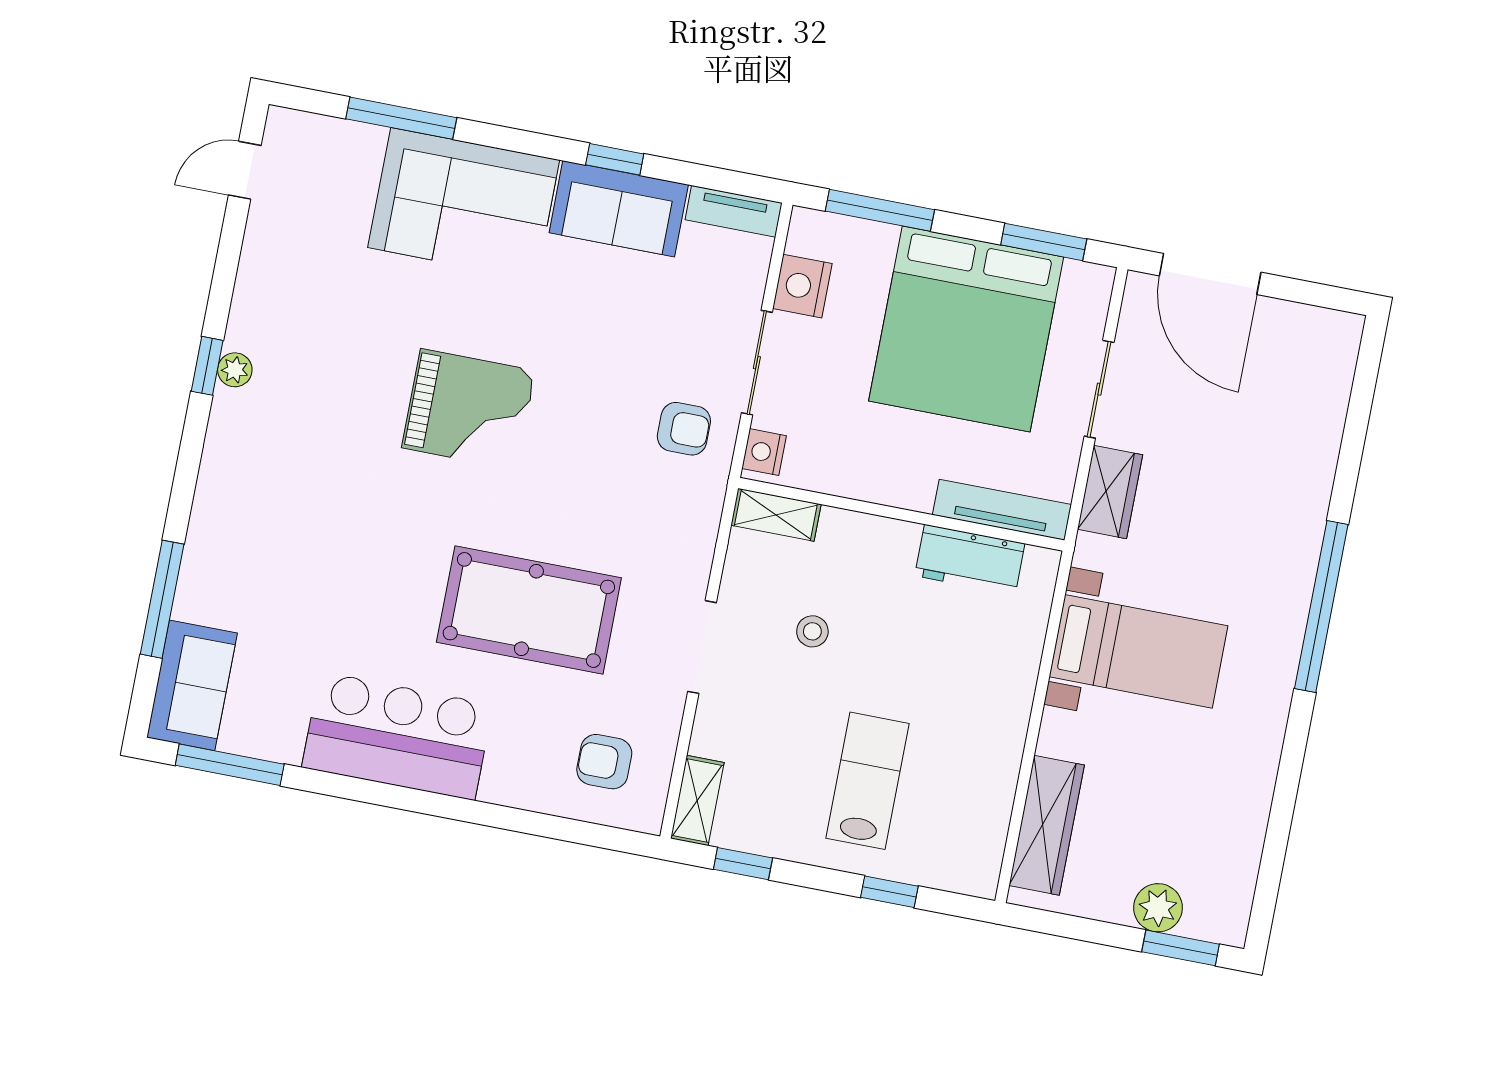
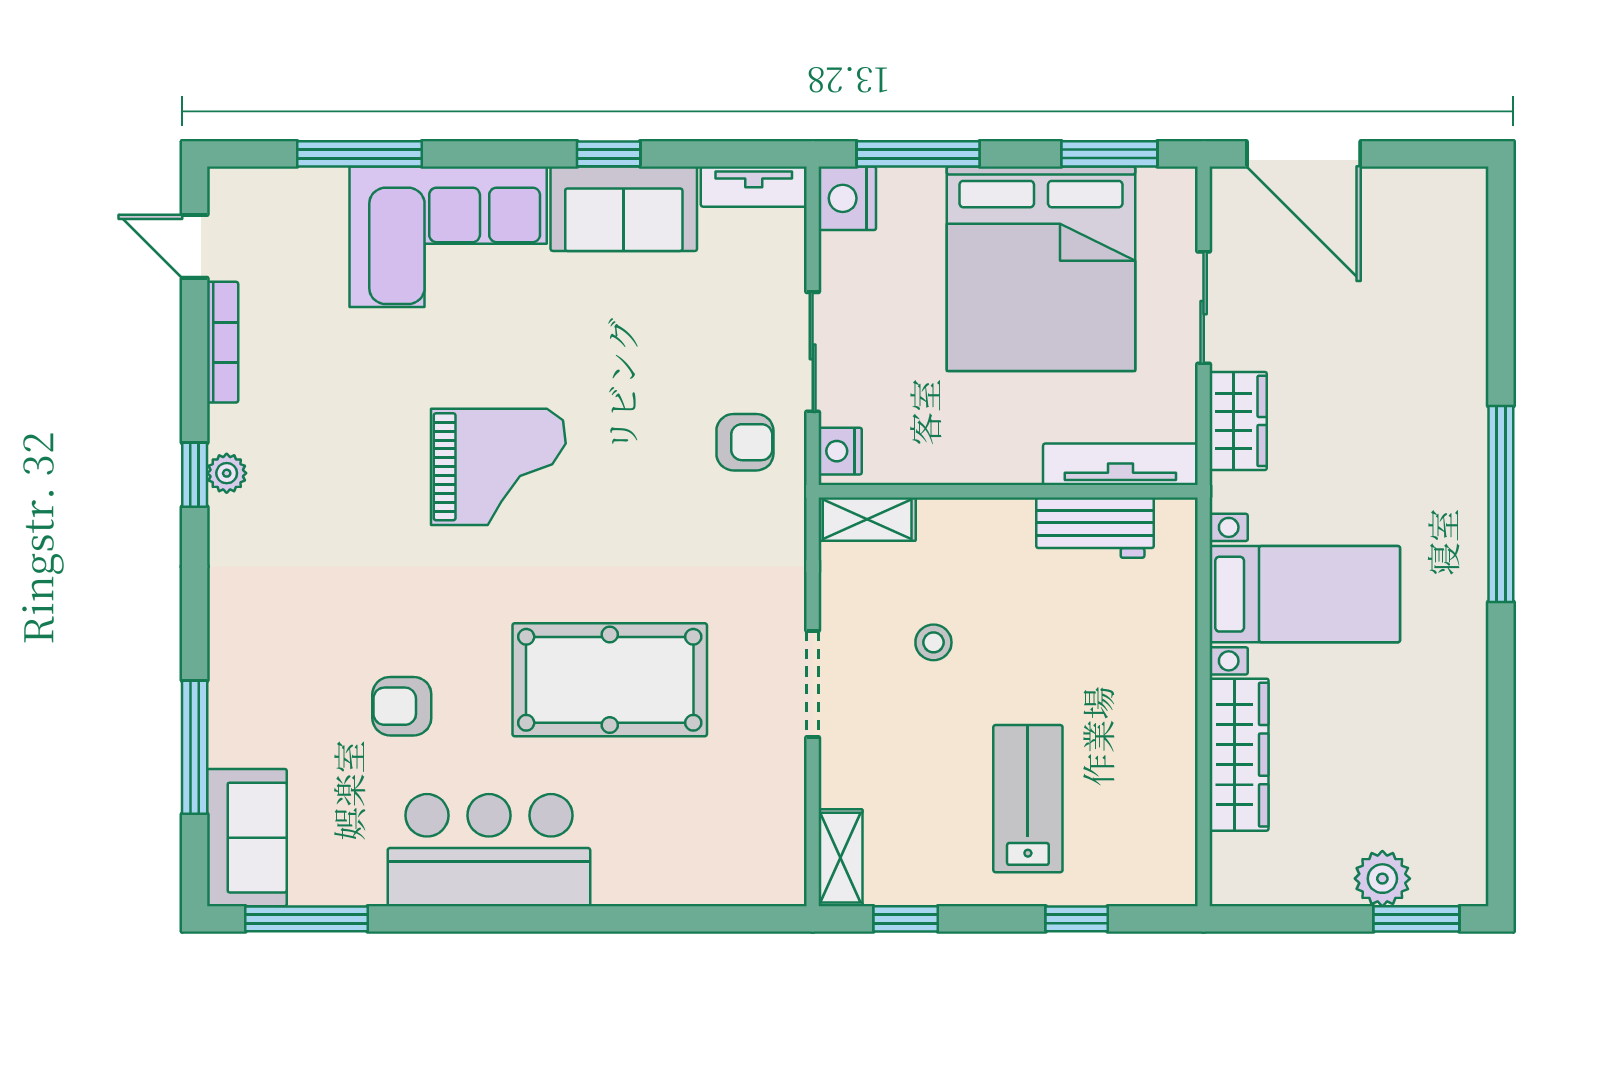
door: (245, 170) -> (195, 246), hinge flipped
bookcase: (253, 257) -> (223, 342), added
nightstand: (802, 286) -> (847, 198), moved
armchair: (604, 762) -> (402, 706), moved
wardrobe: (1047, 825) -> (1239, 755), moved

